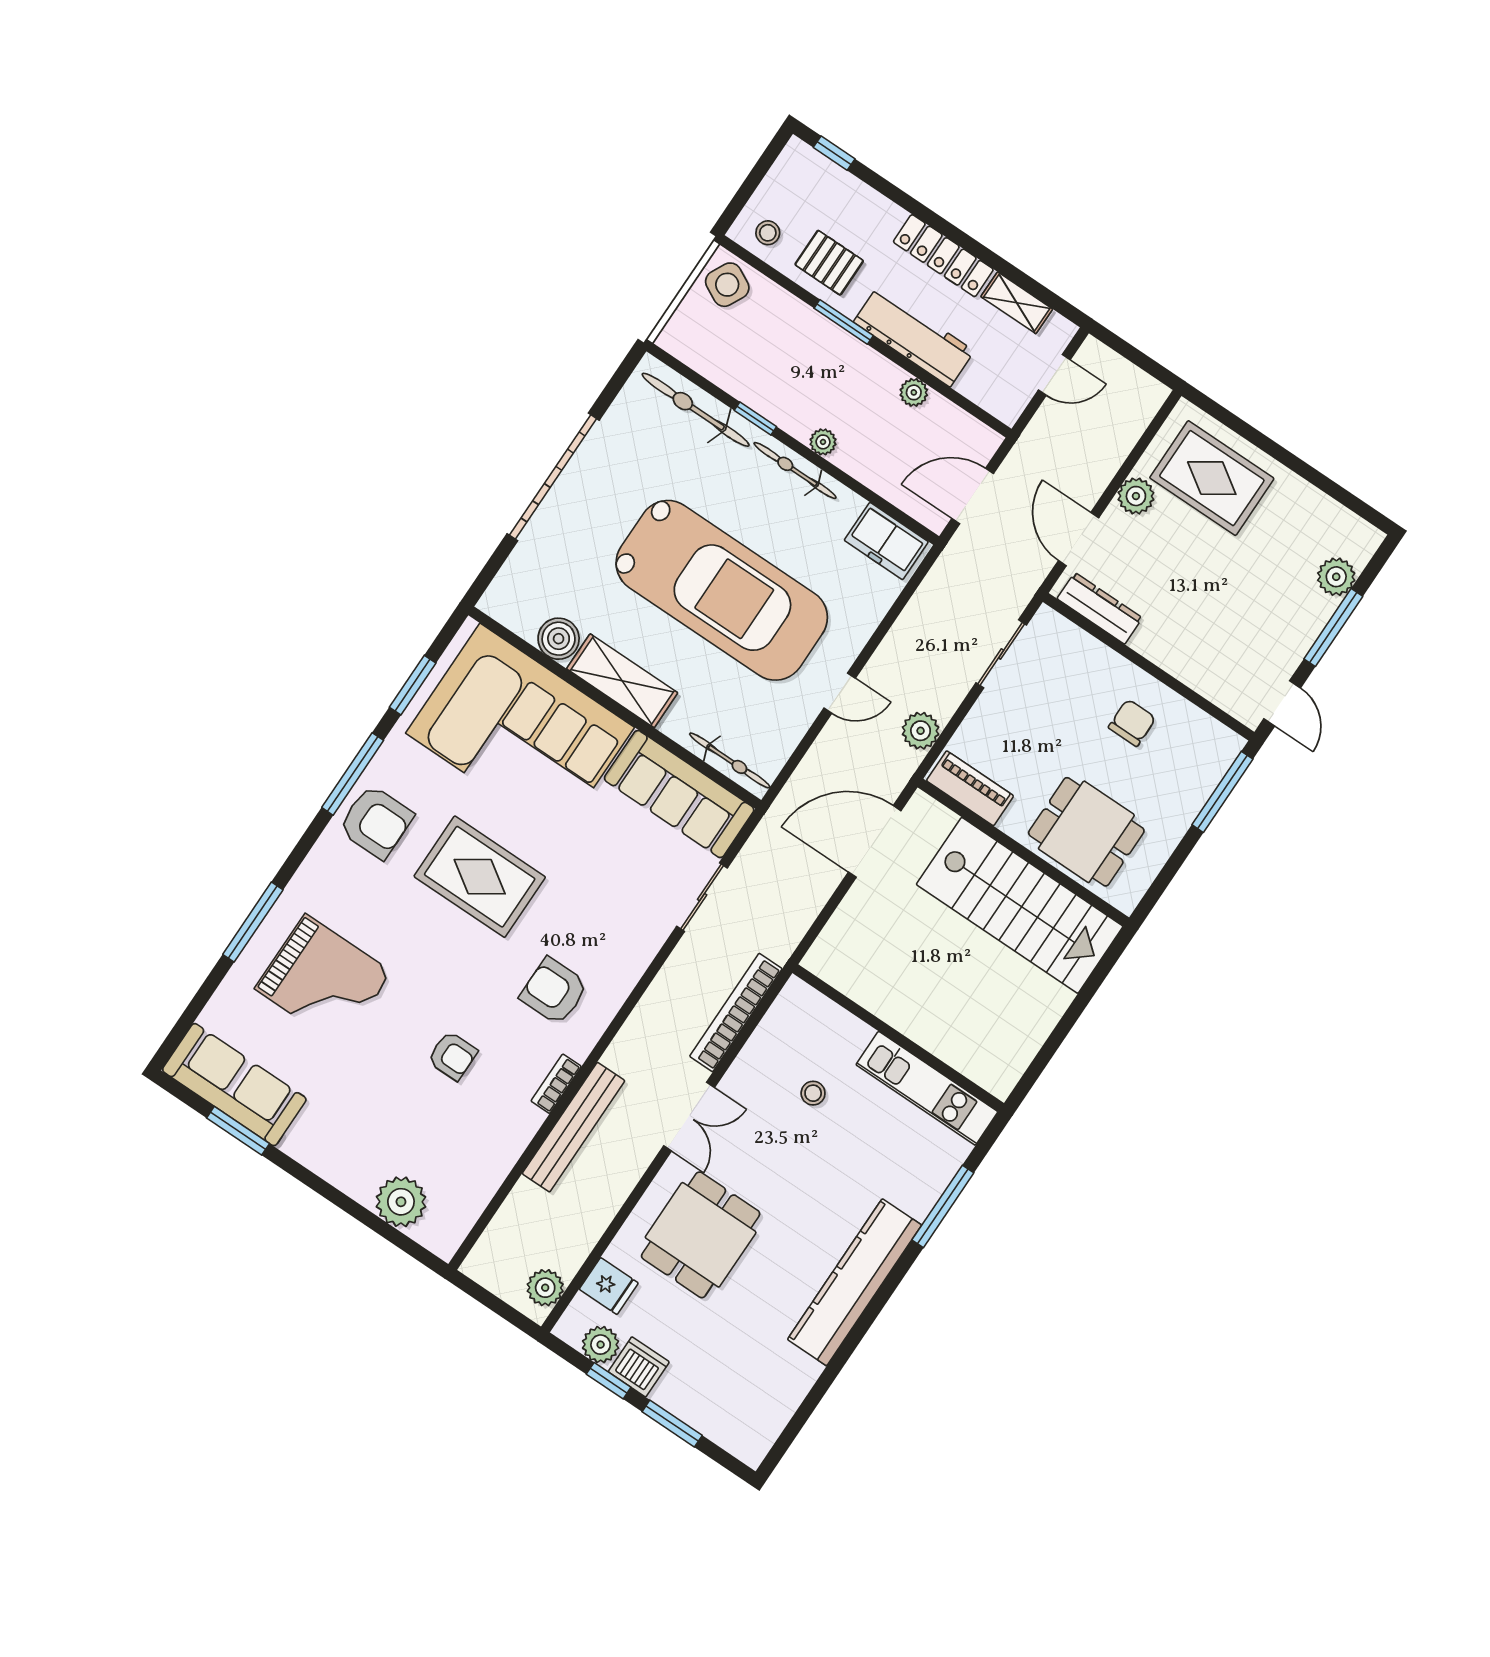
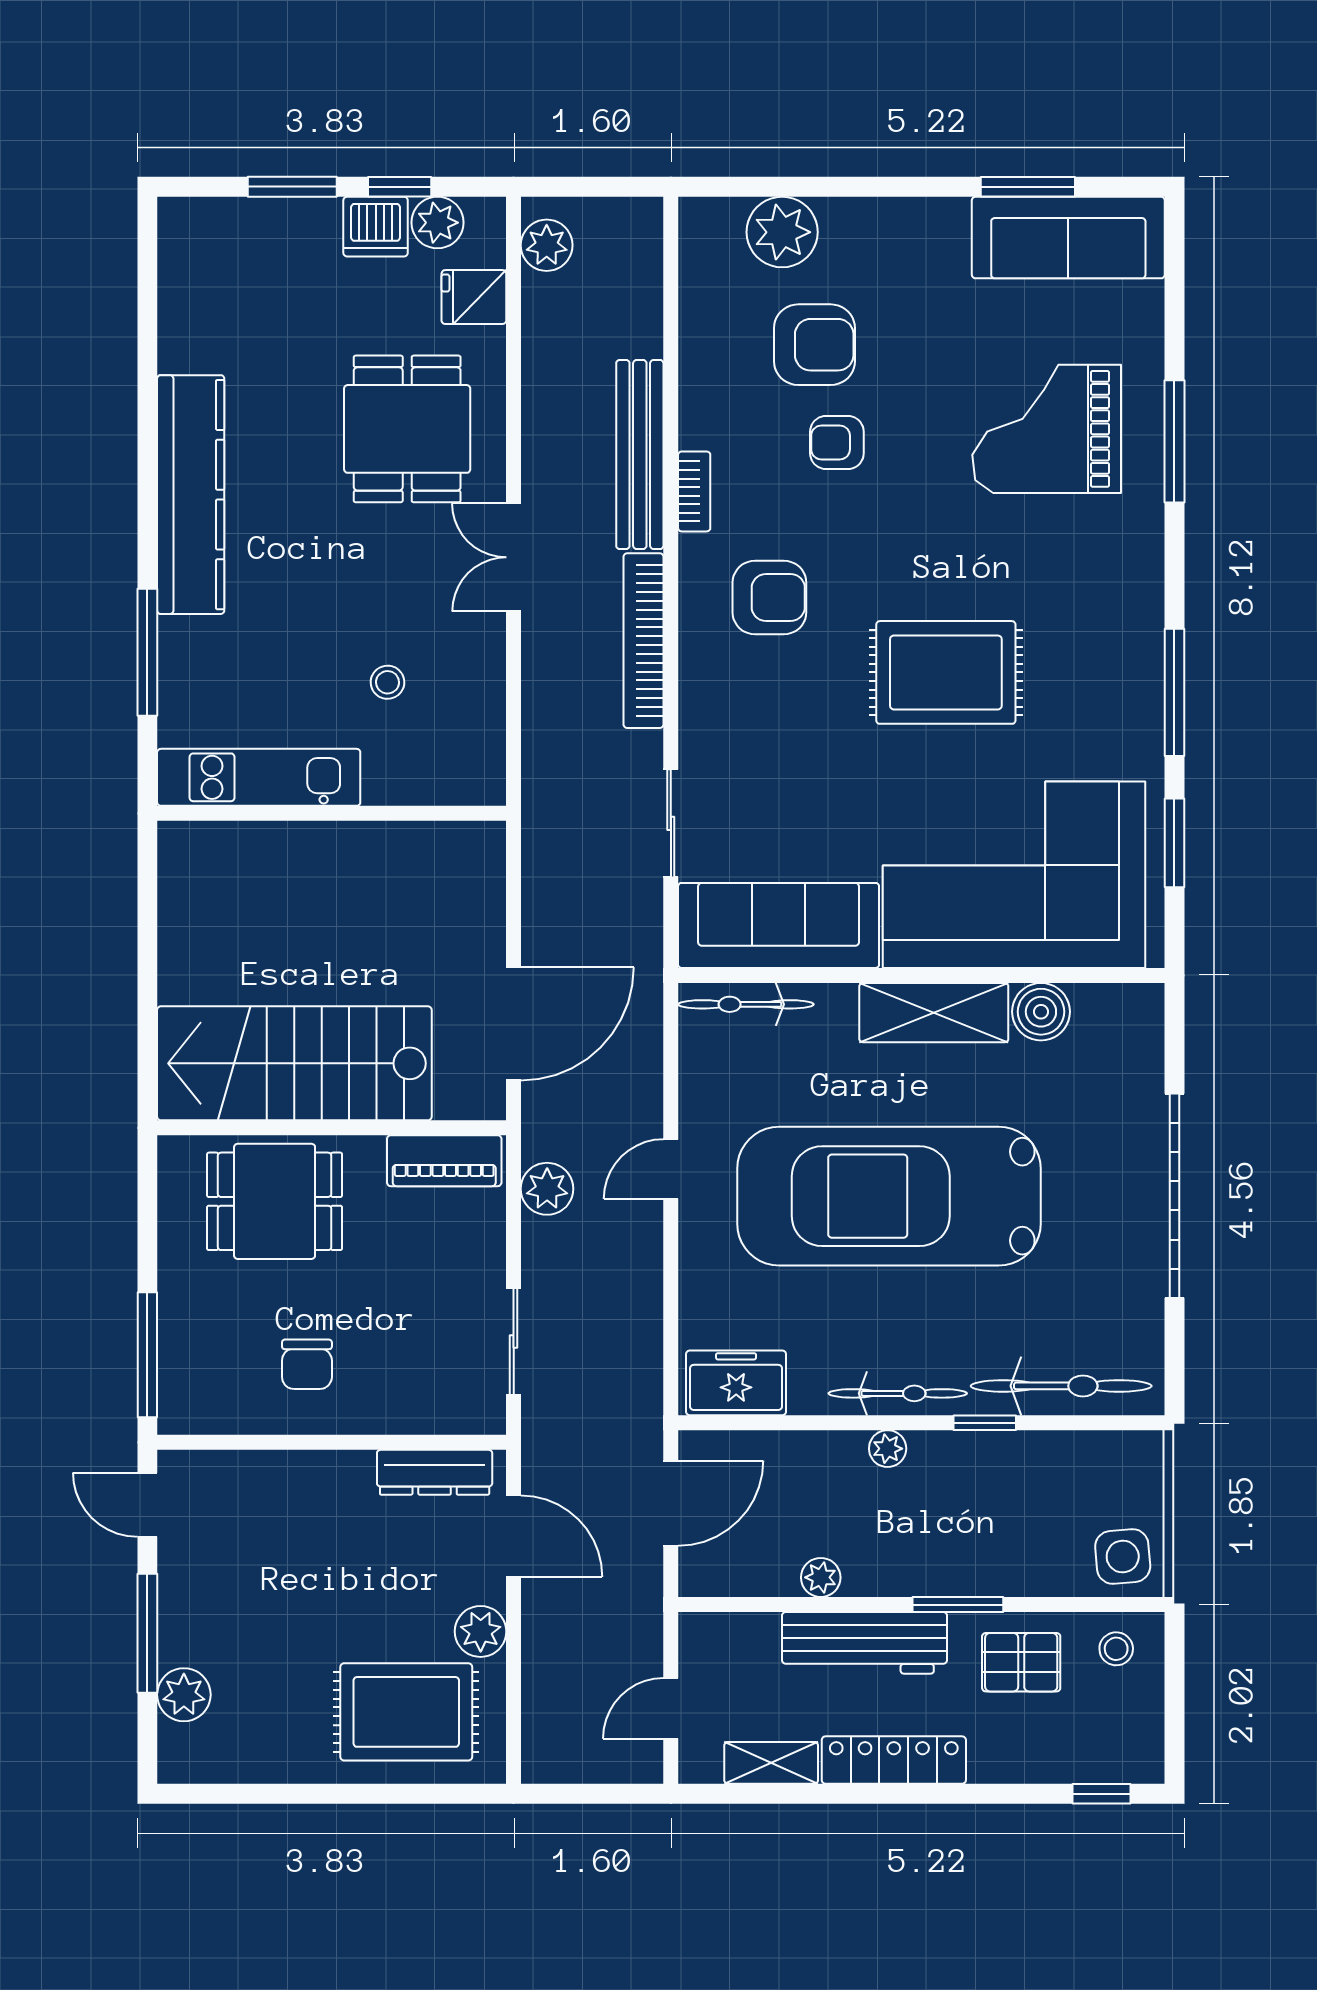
side table: (727, 285) -> (1123, 1557), turned -32
armchair: (376, 822) -> (814, 345), moved, turned 180
bookcase: (736, 1013) -> (644, 641), moved, turned 180

